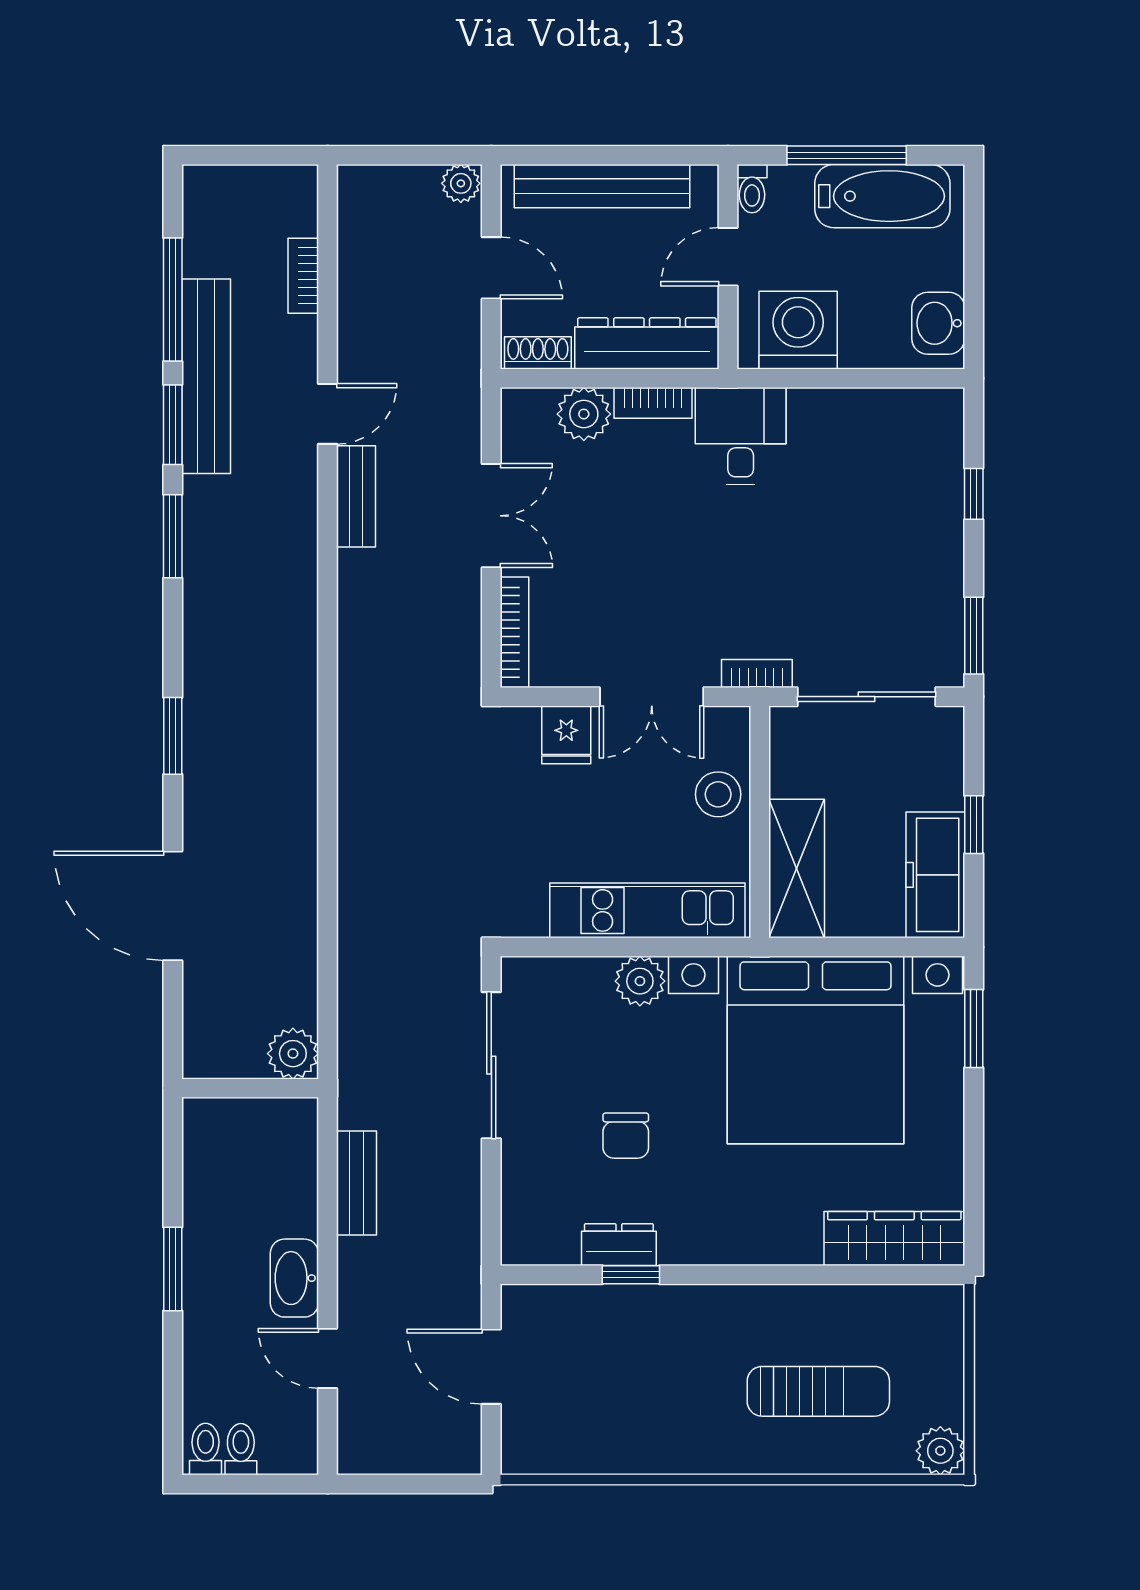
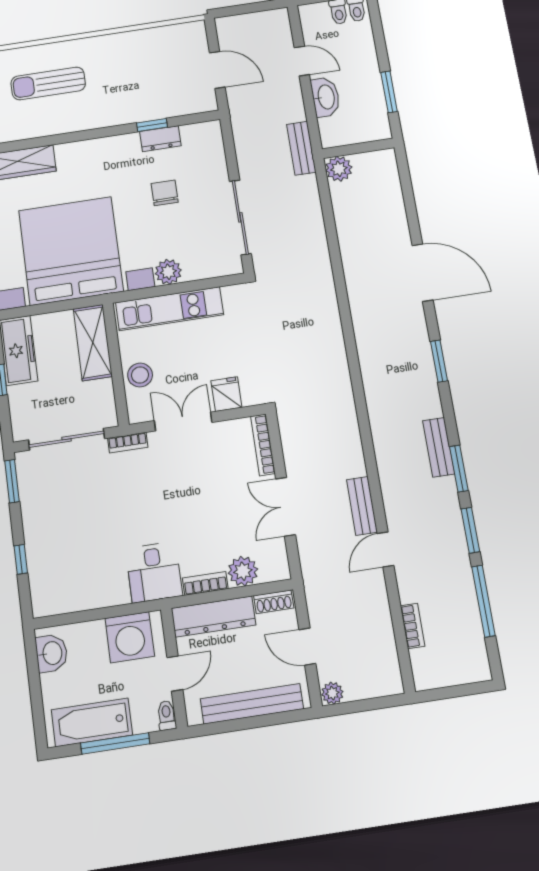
bench: (206, 376) -> (439, 447), moved, width x0.54, depth x0.82
plant: (293, 1054) -> (339, 169), moved
wall: (250, 1088) -> (358, 148), moved

